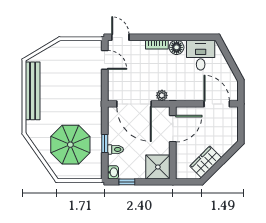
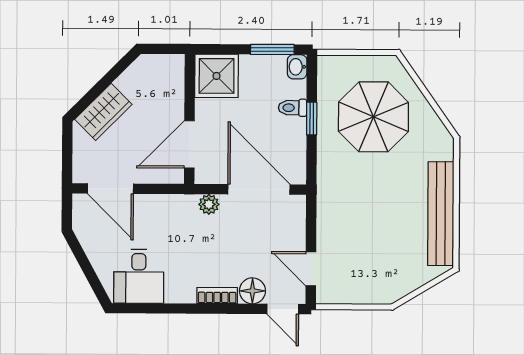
floor lamp: (177, 47) -> (252, 291), moved
wardrobe: (206, 162) -> (103, 112), moved
window: (127, 182) -> (272, 49), width x1.50

